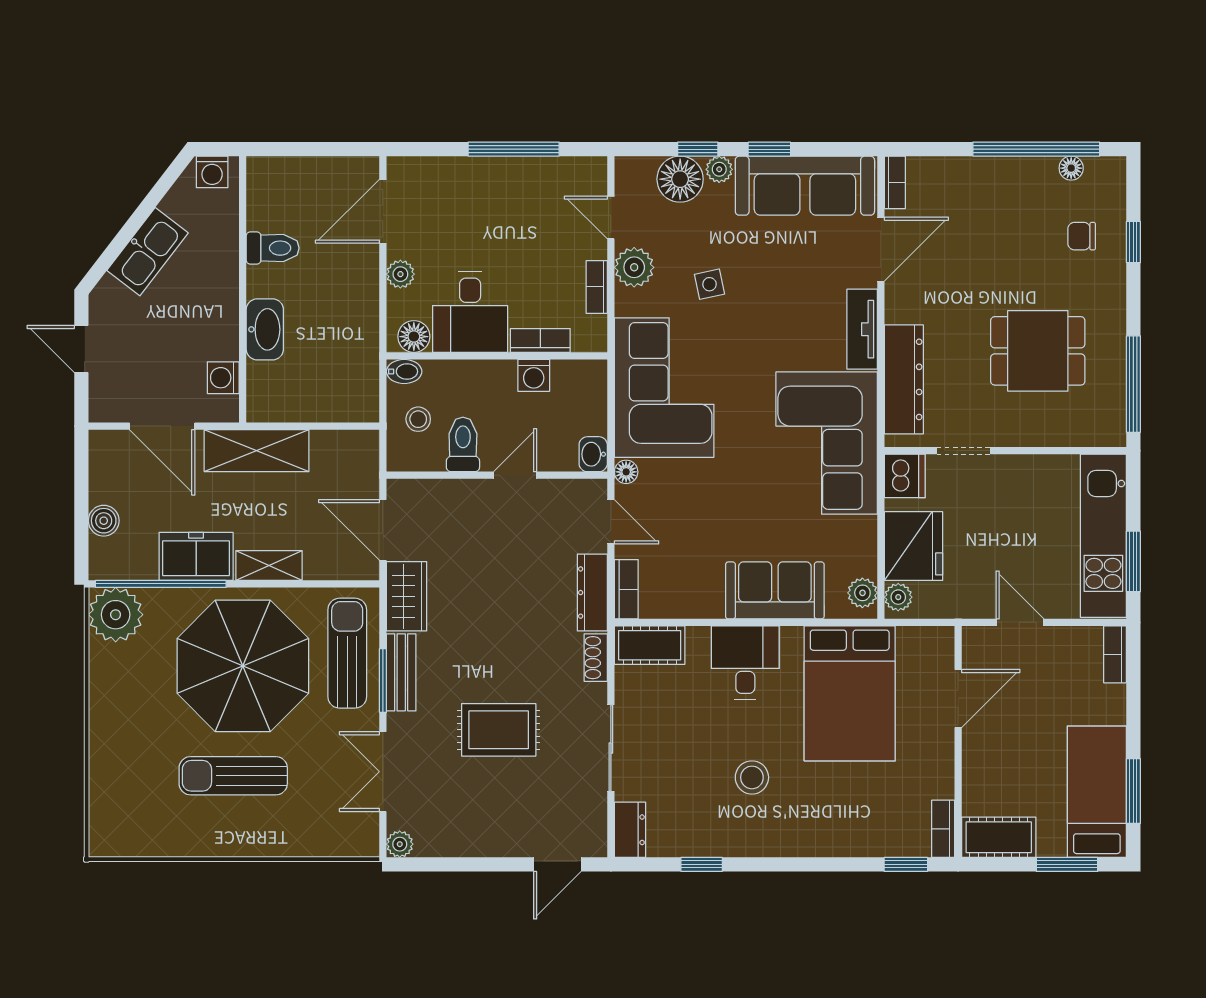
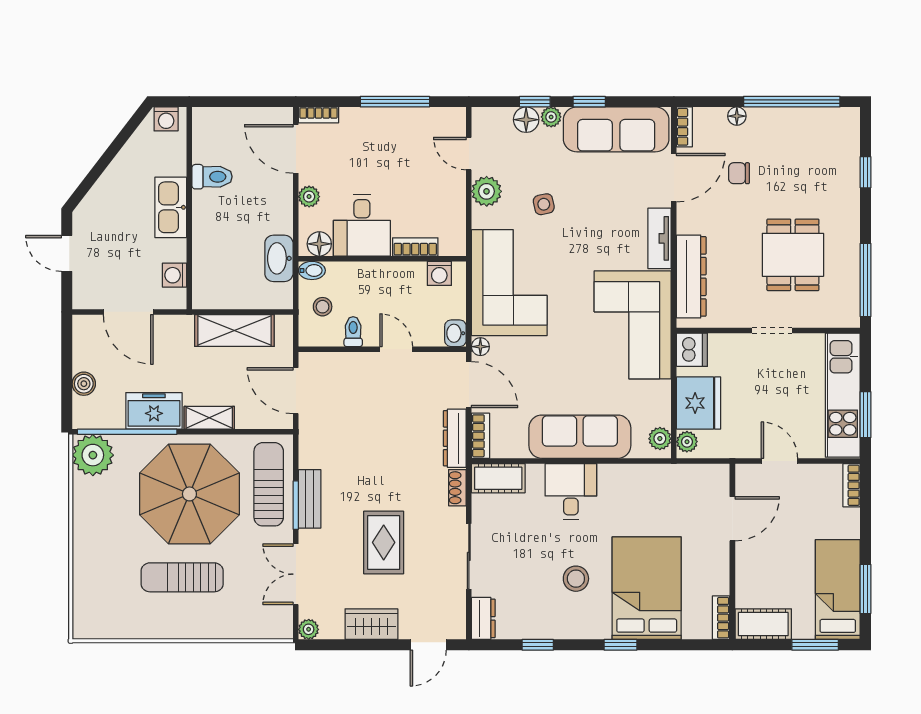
floor lamp: (1071, 168) -> (737, 116), moved
floor lamp: (680, 179) -> (526, 120), width x0.73, depth x0.73
door: (383, 211) -> (296, 149), hinge flipped
chair: (1082, 236) -> (739, 173), moved
kitchen sink: (148, 252) -> (171, 207), moved, turned 142
bookcase: (597, 287) -> (319, 115), moved, turned -90
washbasin: (265, 329) -> (279, 258), moved, turned 180
dining table: (1038, 351) -> (793, 255), turned 90
washing machine: (534, 375) -> (439, 273), moved
toilet: (463, 444) -> (353, 332), width x0.73, depth x0.72
shelving: (257, 451) -> (234, 330), moved
doorway: (964, 451) -> (772, 331), moved
door: (515, 475) -> (396, 349), hinge flipped
door: (611, 522) -> (469, 385), width x1.37
sofa: (775, 590) -> (580, 437), width x1.36
wardrobe: (407, 596) -> (371, 624), moved, turned -90
bed: (850, 693) -> (647, 588), moved, turned 180
rug: (499, 730) -> (384, 542), turned 90
window: (906, 864) -> (621, 645), moved

